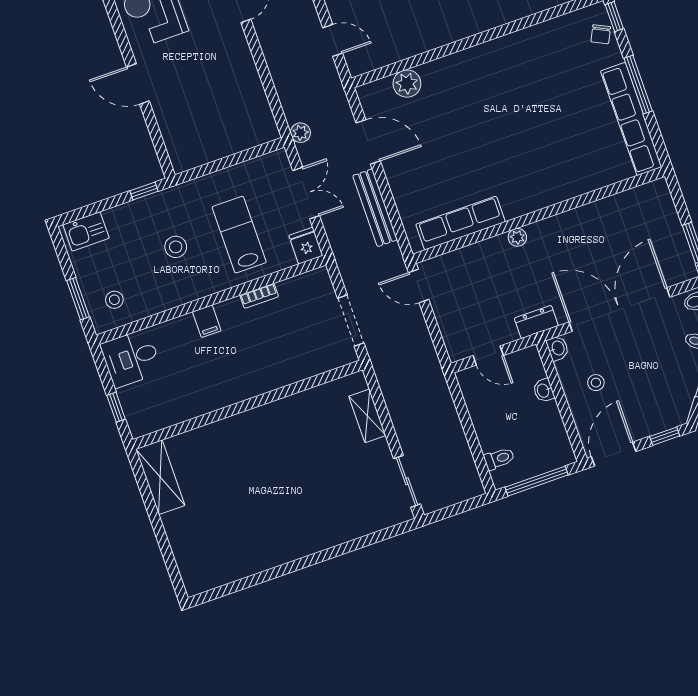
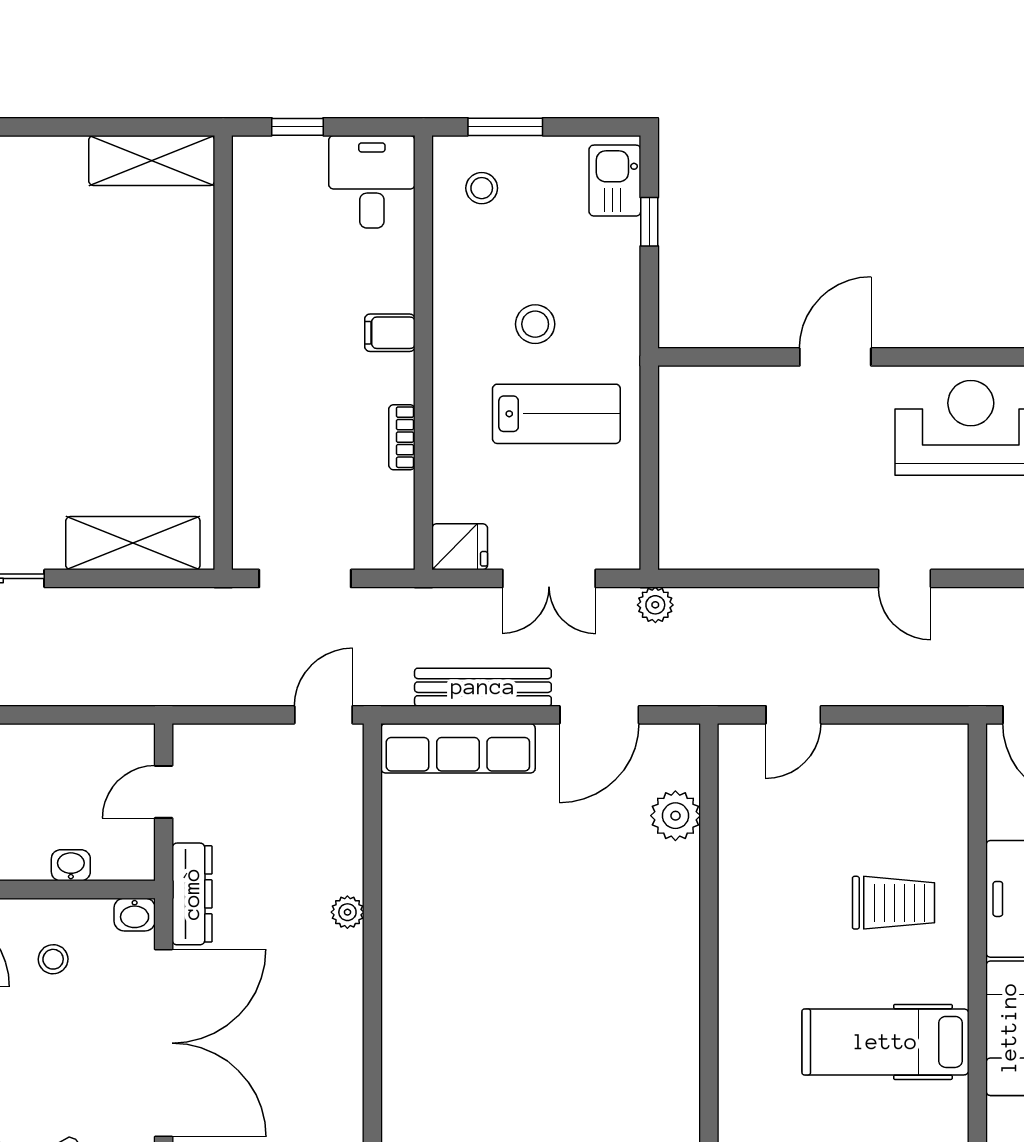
window: (144, 191) -> (649, 222), moved
row of seats: (461, 223) -> (458, 748), moved, turned 90
lab bench: (239, 235) -> (556, 414), moved
dresser: (536, 322) -> (192, 894), width x1.44
shelving: (367, 416) -> (133, 543), width x1.50, depth x1.33

